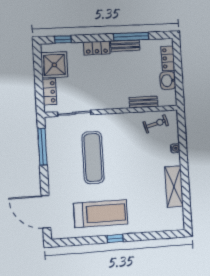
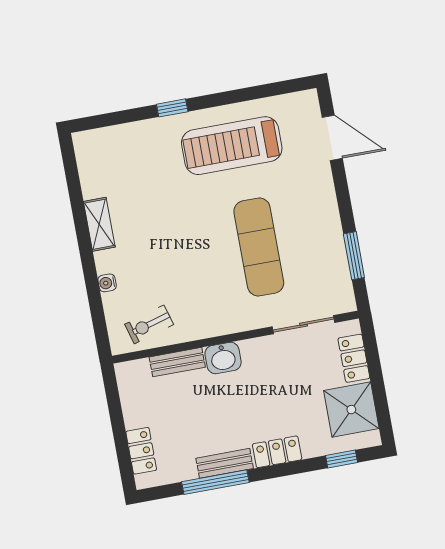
washbasin: (168, 81) -> (223, 358), moved, turned 90
window: (42, 147) -> (354, 256), width x0.69
shelving: (174, 187) -> (99, 224), width x0.67, depth x0.75
door: (46, 212) -> (332, 138), width x0.73
window: (115, 238) -> (172, 108), moved

